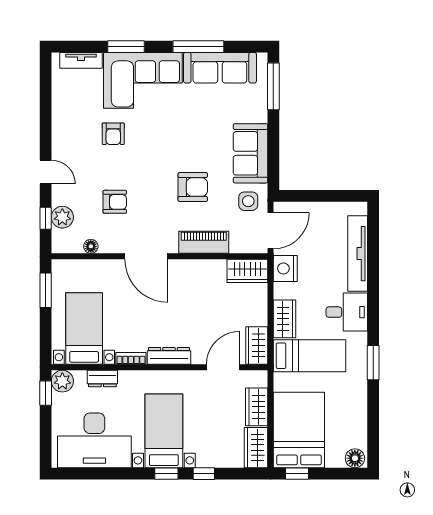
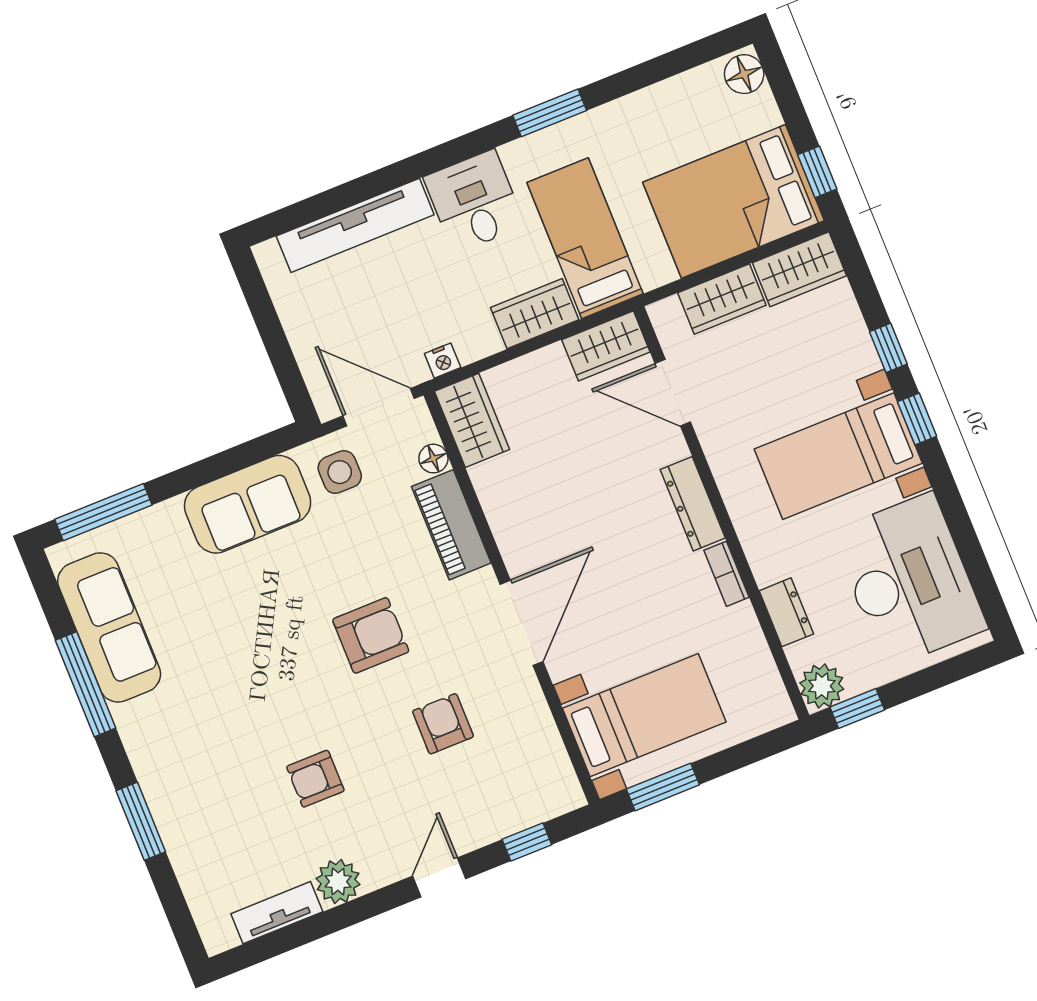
tv unit: (81, 60) -> (277, 913), moved, turned -90
corner sofa: (143, 80) -> (192, 764), removed
armchair: (113, 134) -> (315, 779), turned 180
armchair: (193, 187) -> (371, 635), moved, turned 90
plant: (62, 217) -> (338, 881), moved
floor lamp: (91, 246) -> (433, 459), moved
nightstand: (285, 268) -> (443, 361), width x0.53, depth x0.56
bed with nightstands: (84, 328) -> (644, 715), moved, turned 180

